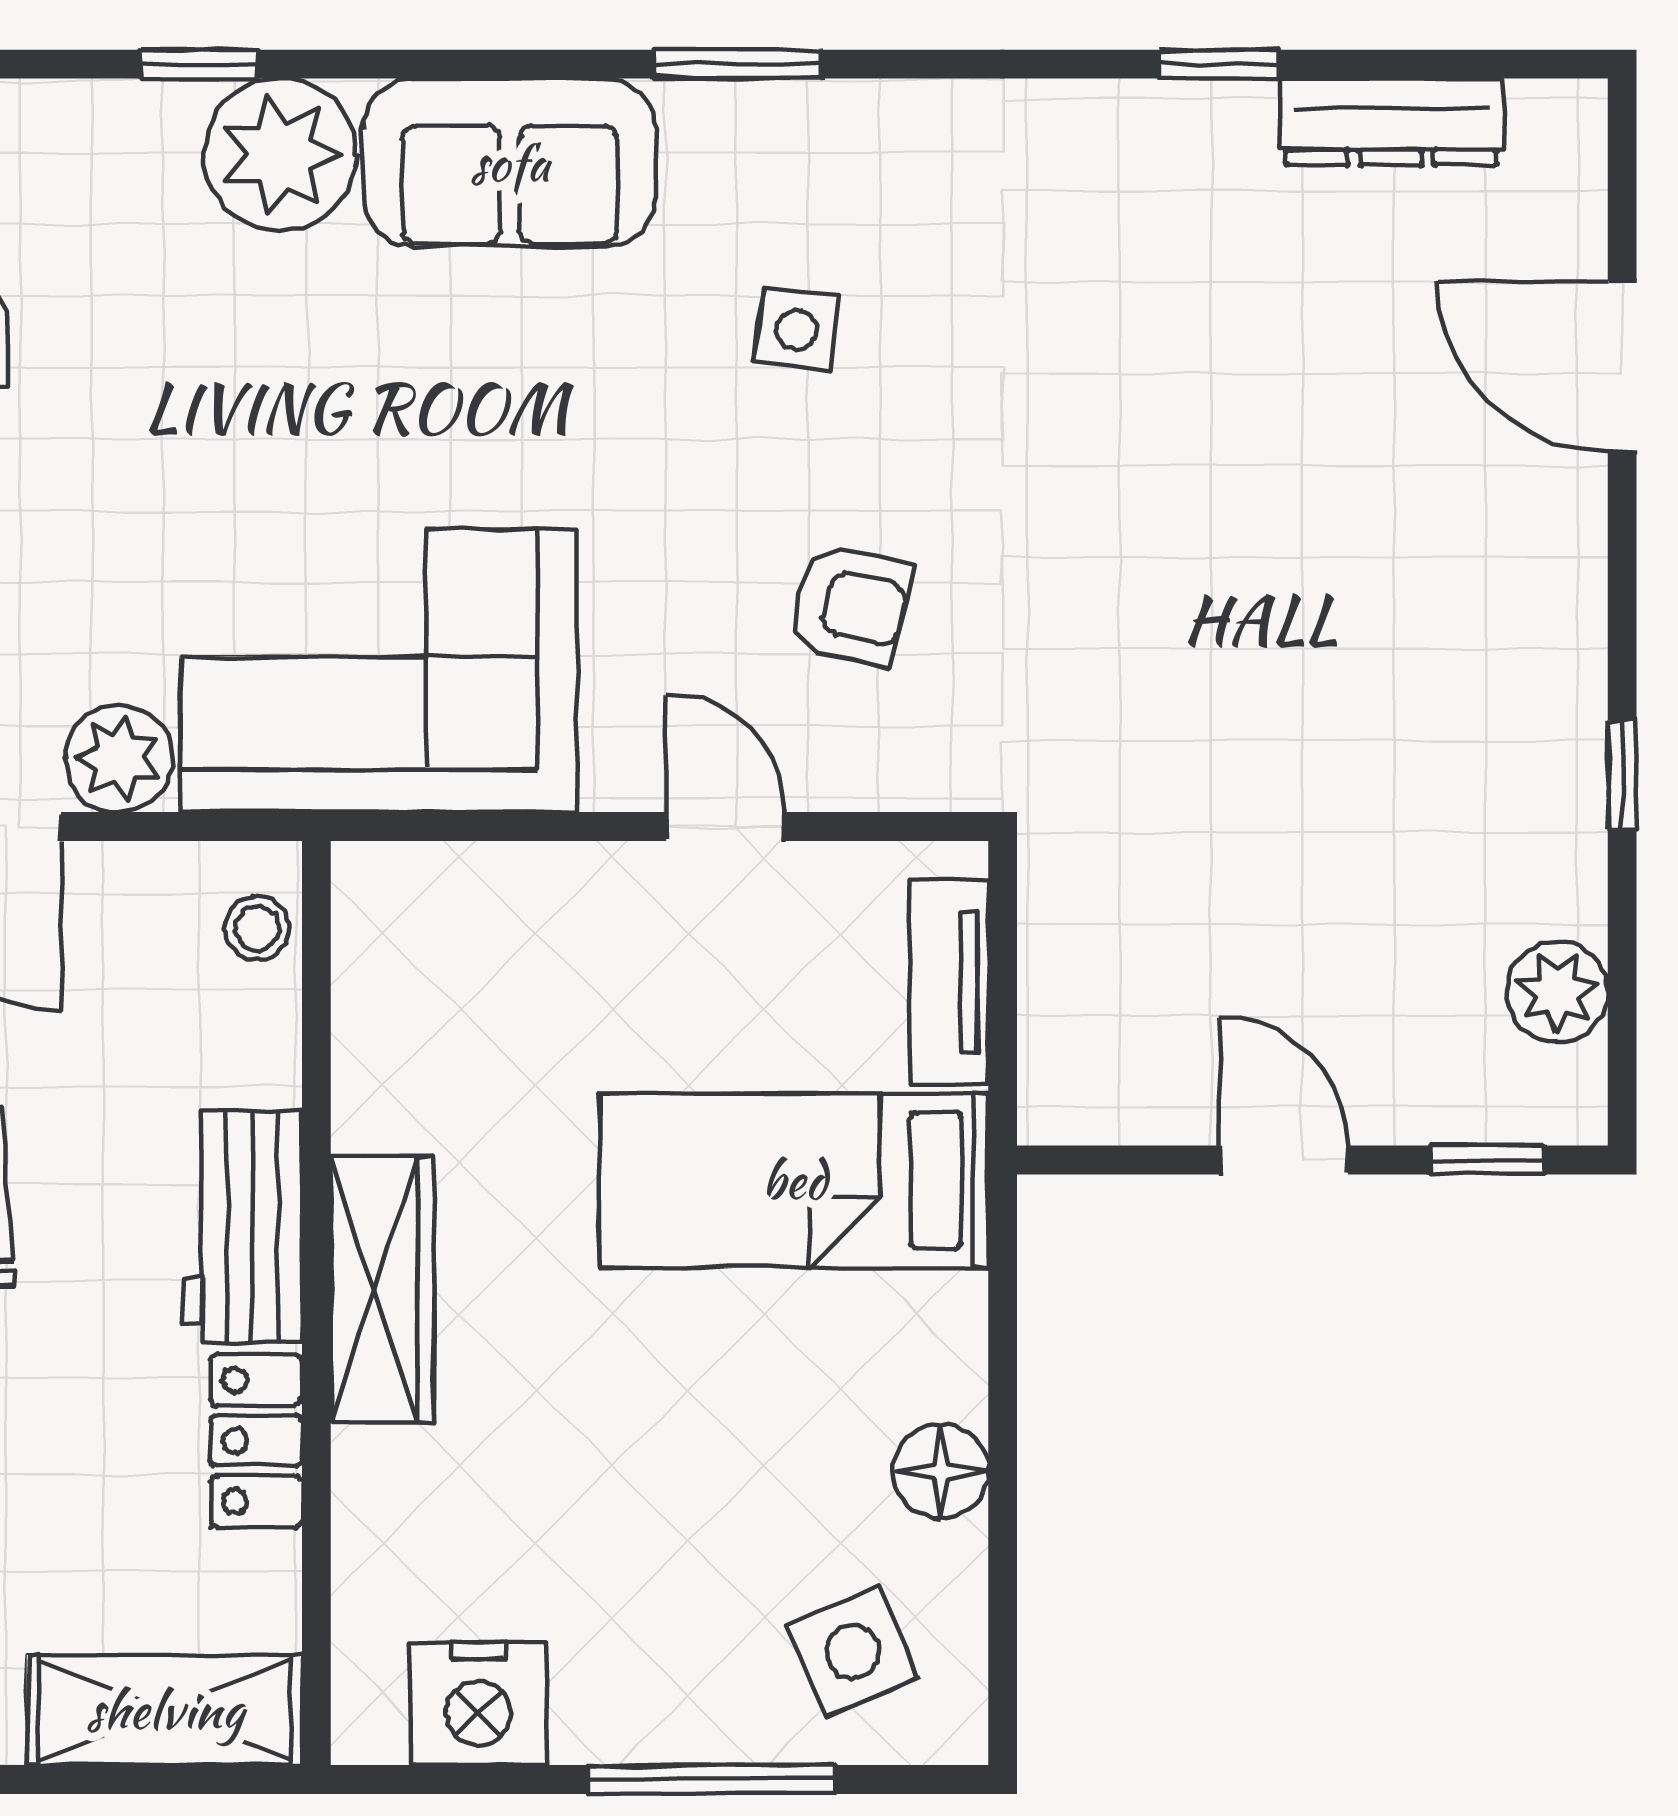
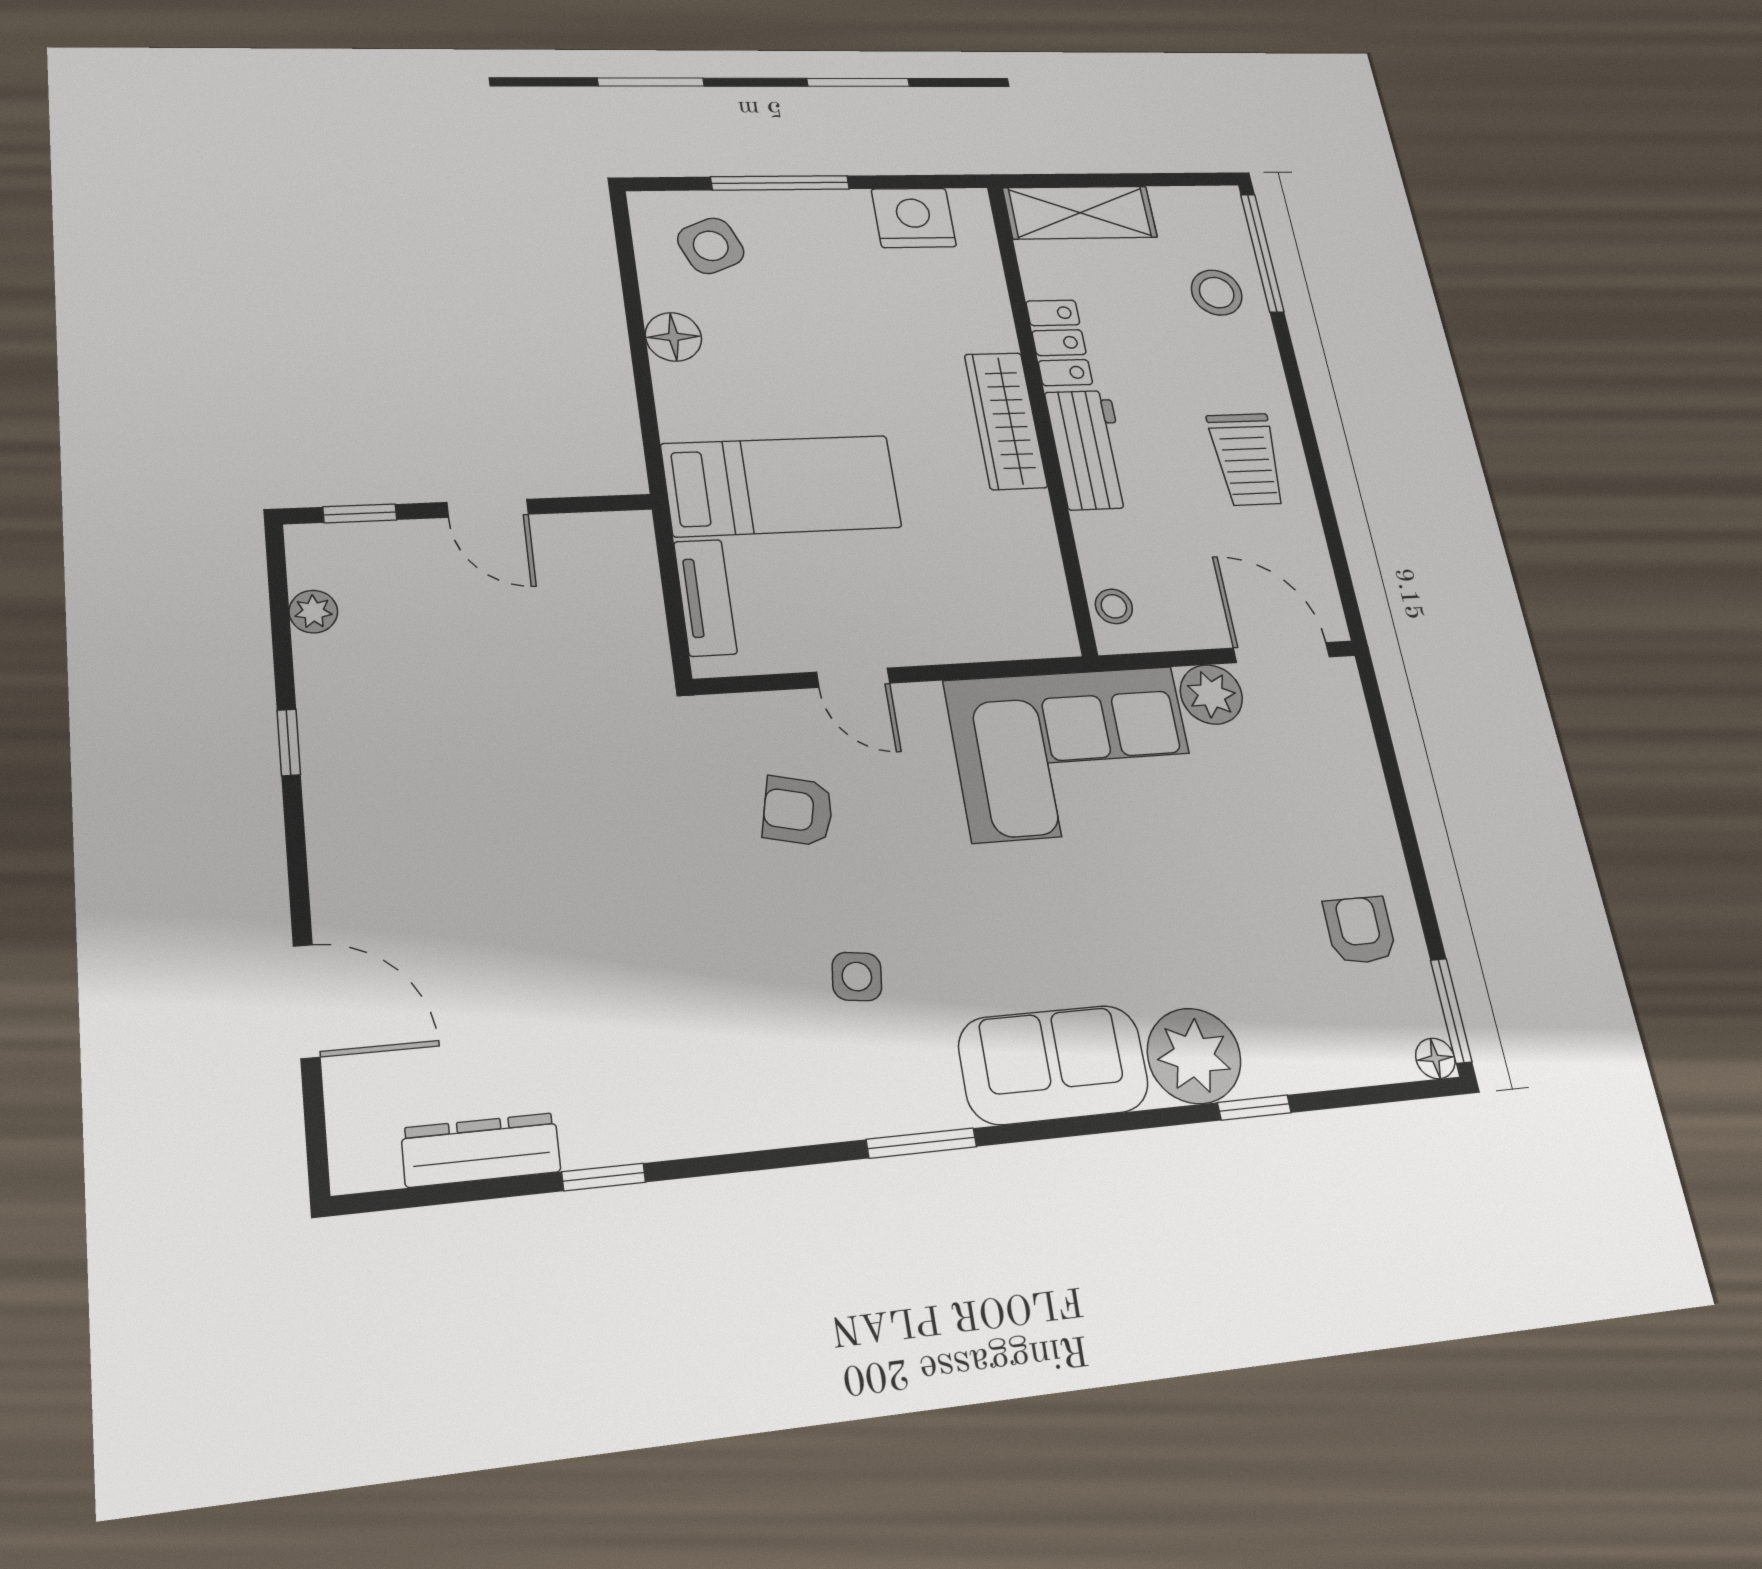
plant: (1557, 992) -> (313, 612), width x0.73, depth x0.73

